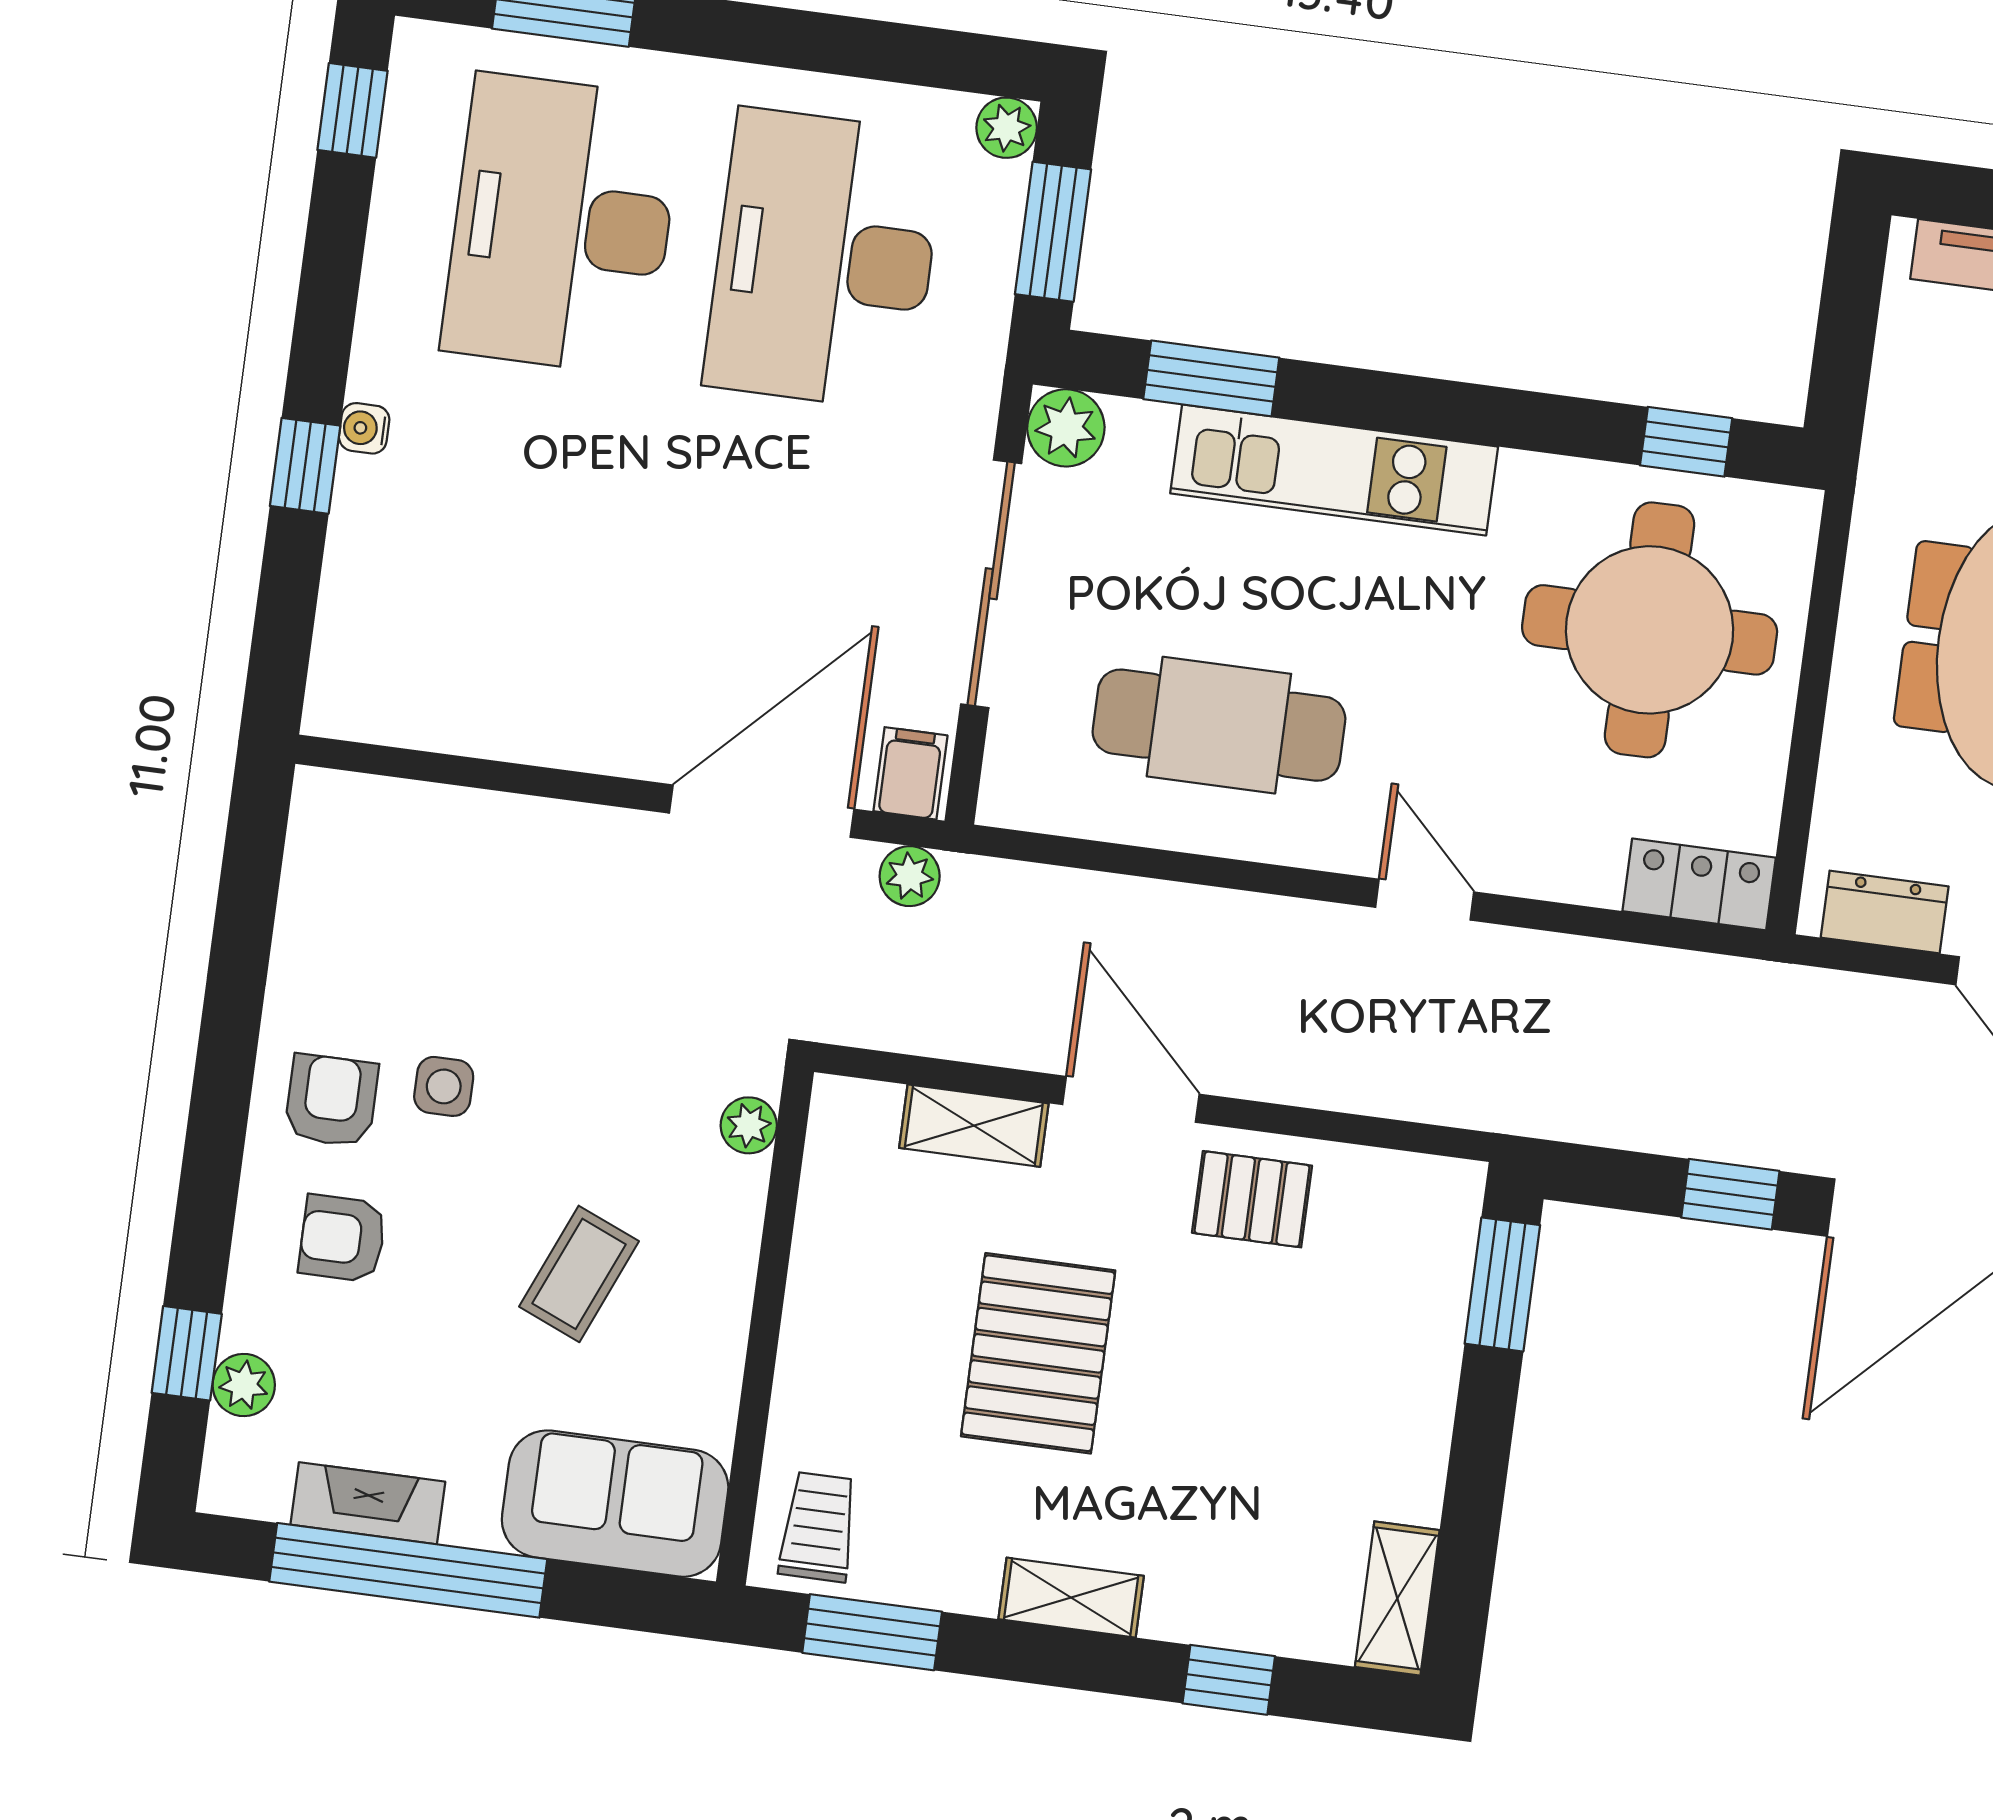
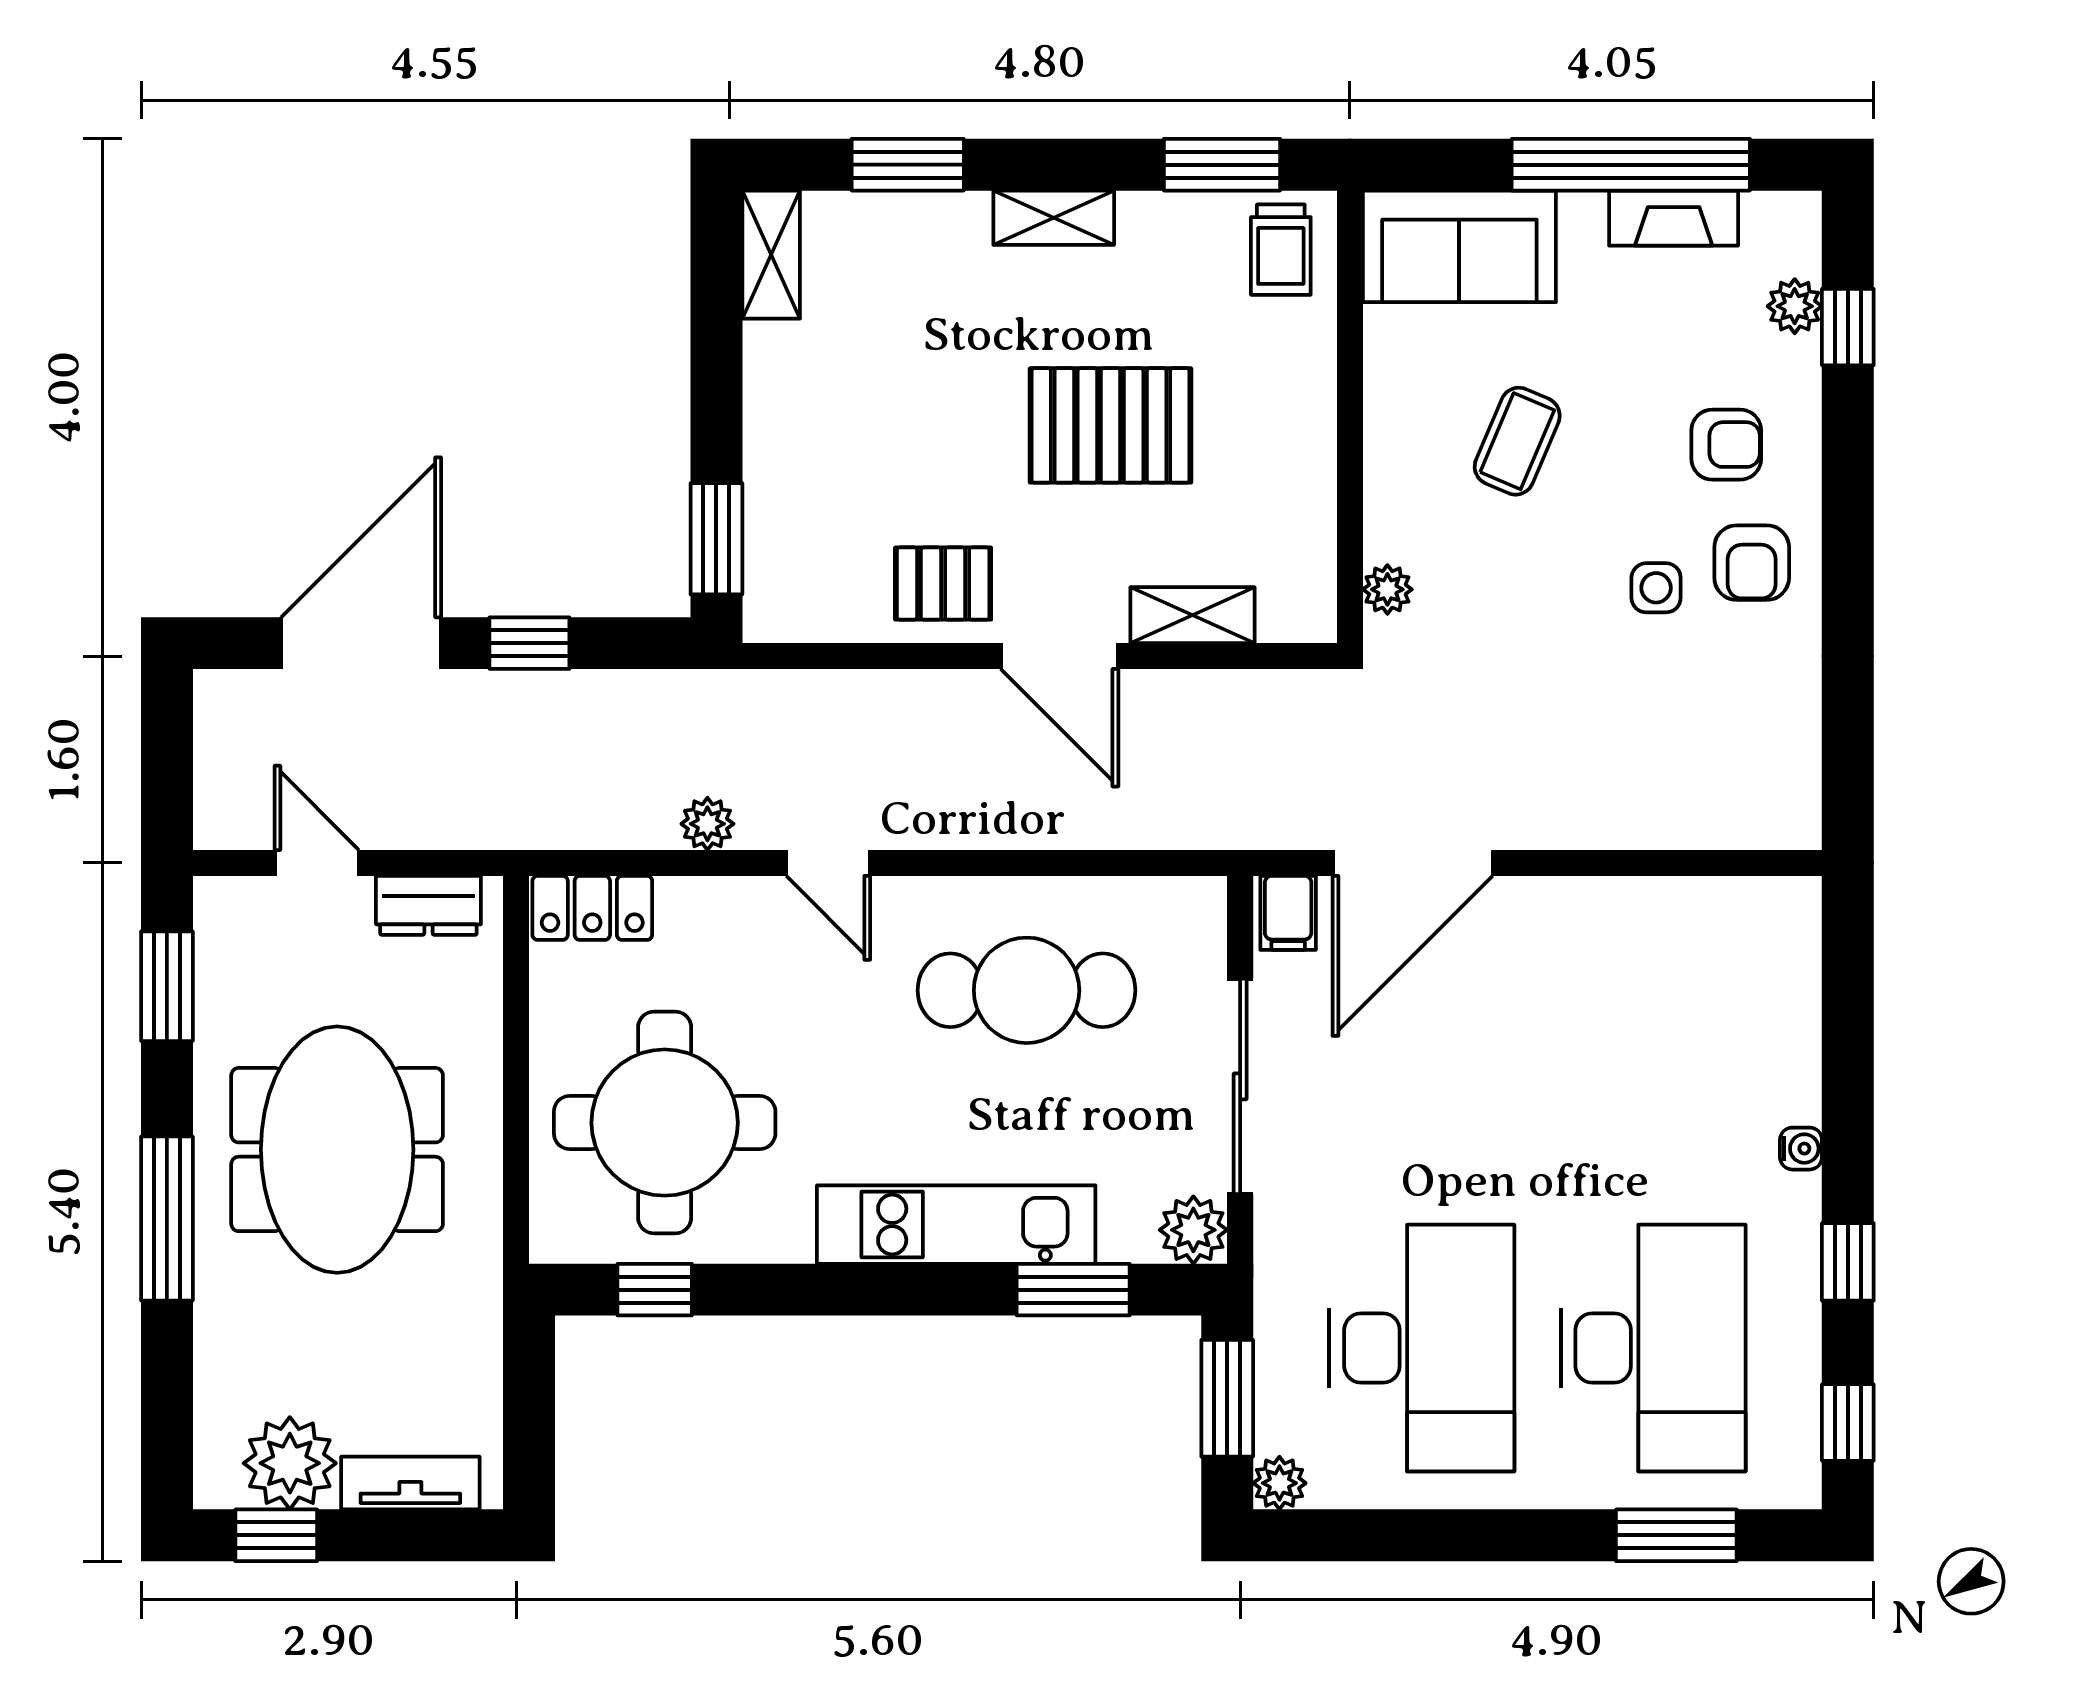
window: (305, 466) -> (1848, 1262), moved
plant: (910, 876) -> (707, 824), moved
pallet: (1038, 1353) -> (1110, 425), turned 90
window: (1229, 1680) -> (908, 165), width x1.50

